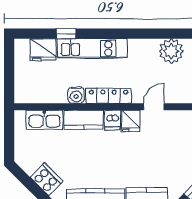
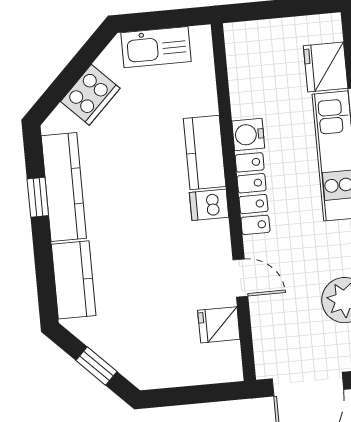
kitchen sink: (44, 120) -> (156, 47), moved, turned -90
fridge: (131, 121) -> (219, 325), moved

